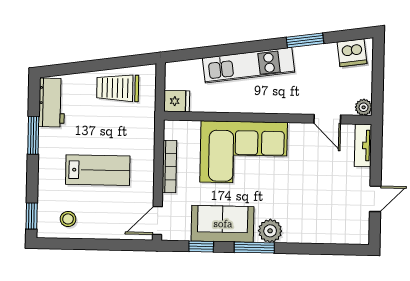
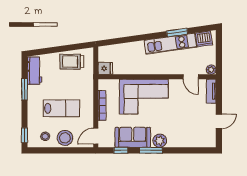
kitchen unit: (248, 65) -> (170, 44), moved
stool: (103, 222) -> (65, 138), added

